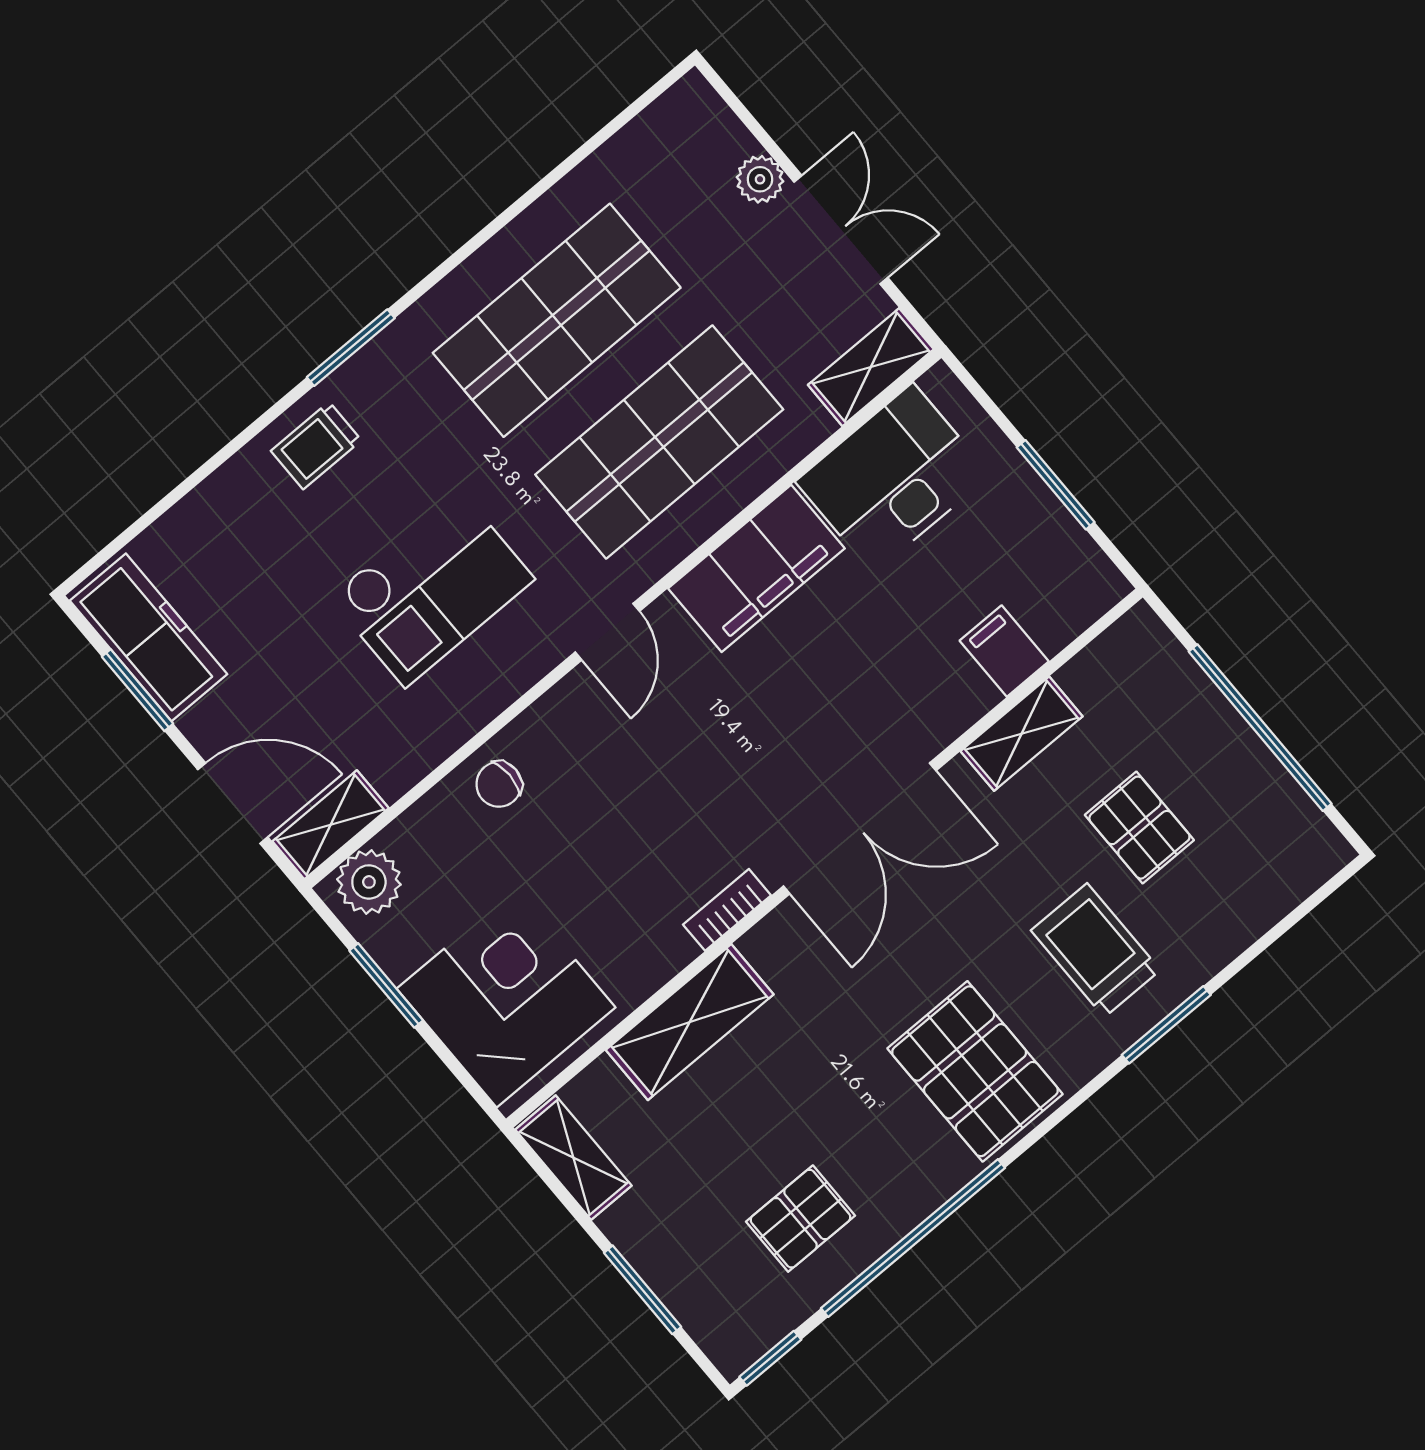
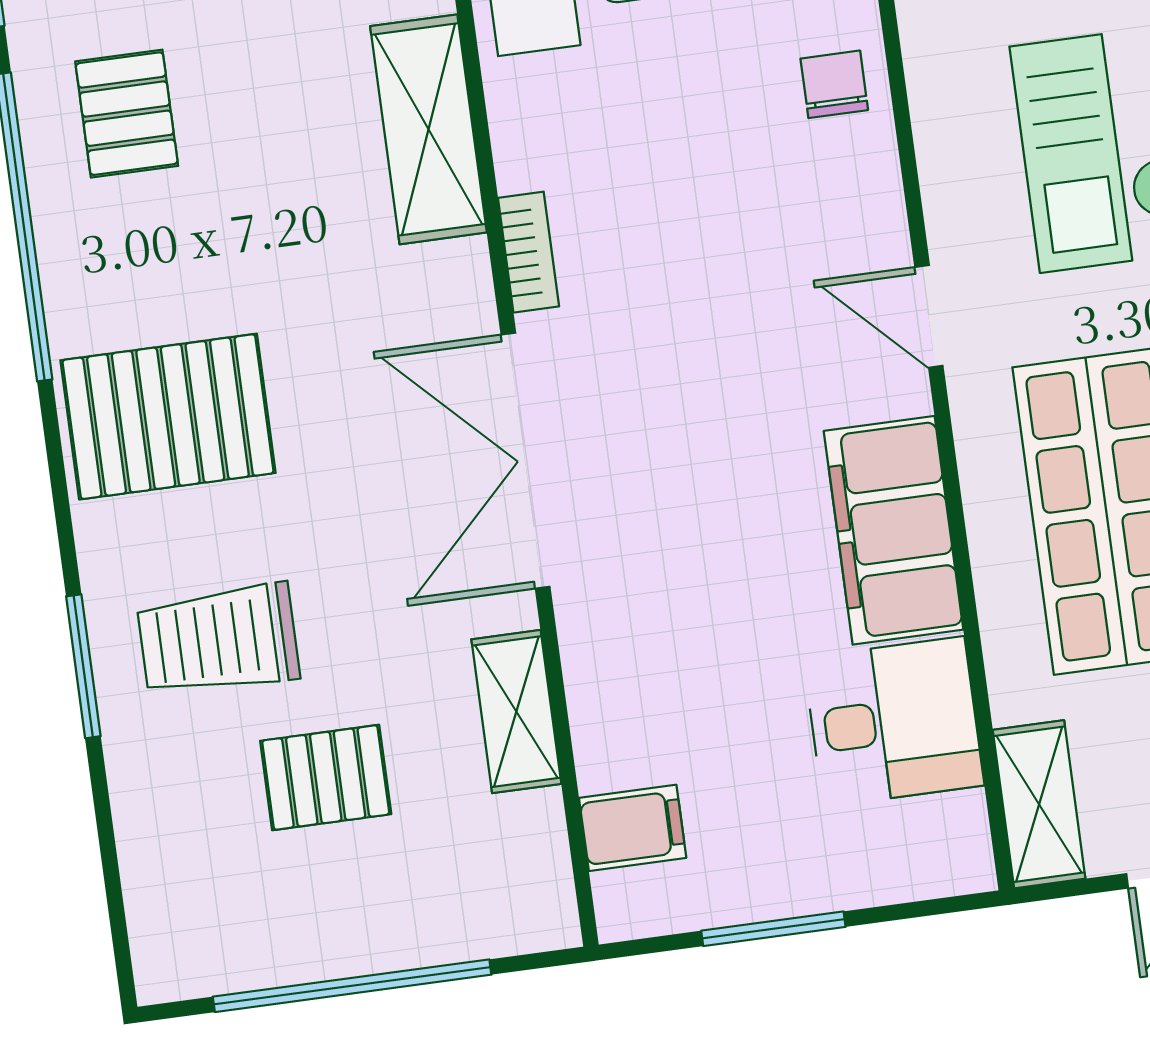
desk: (893, 478) -> (894, 722), width x0.73
filing cabinet: (1004, 651) -> (633, 828), moved
trolley: (1096, 950) -> (218, 640), turned 180

